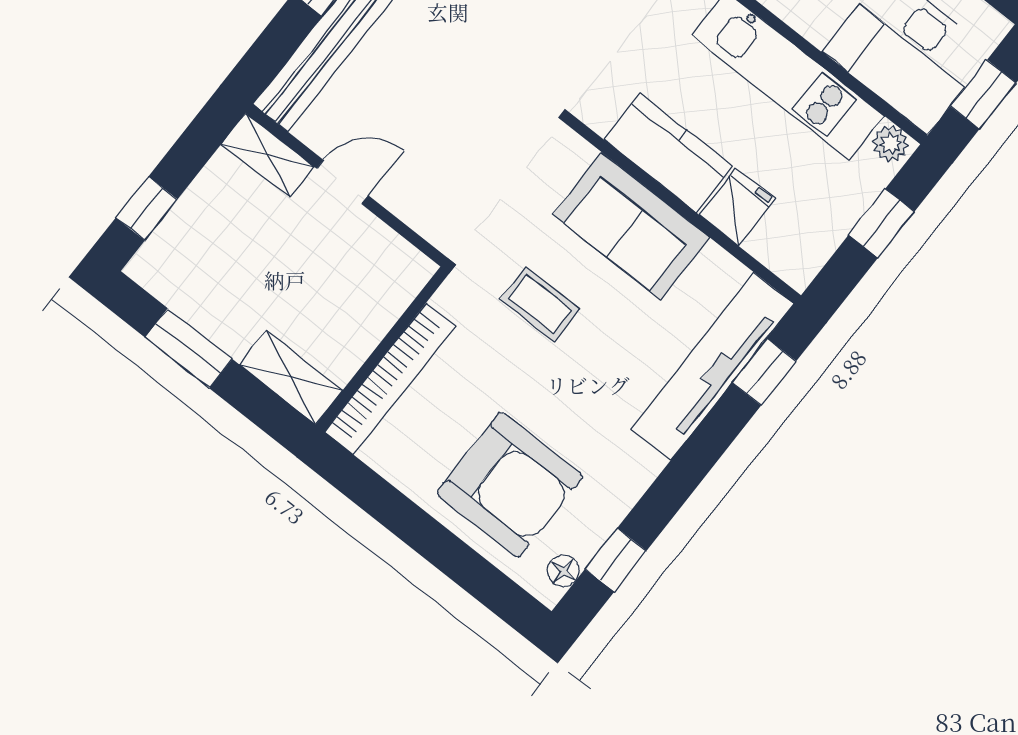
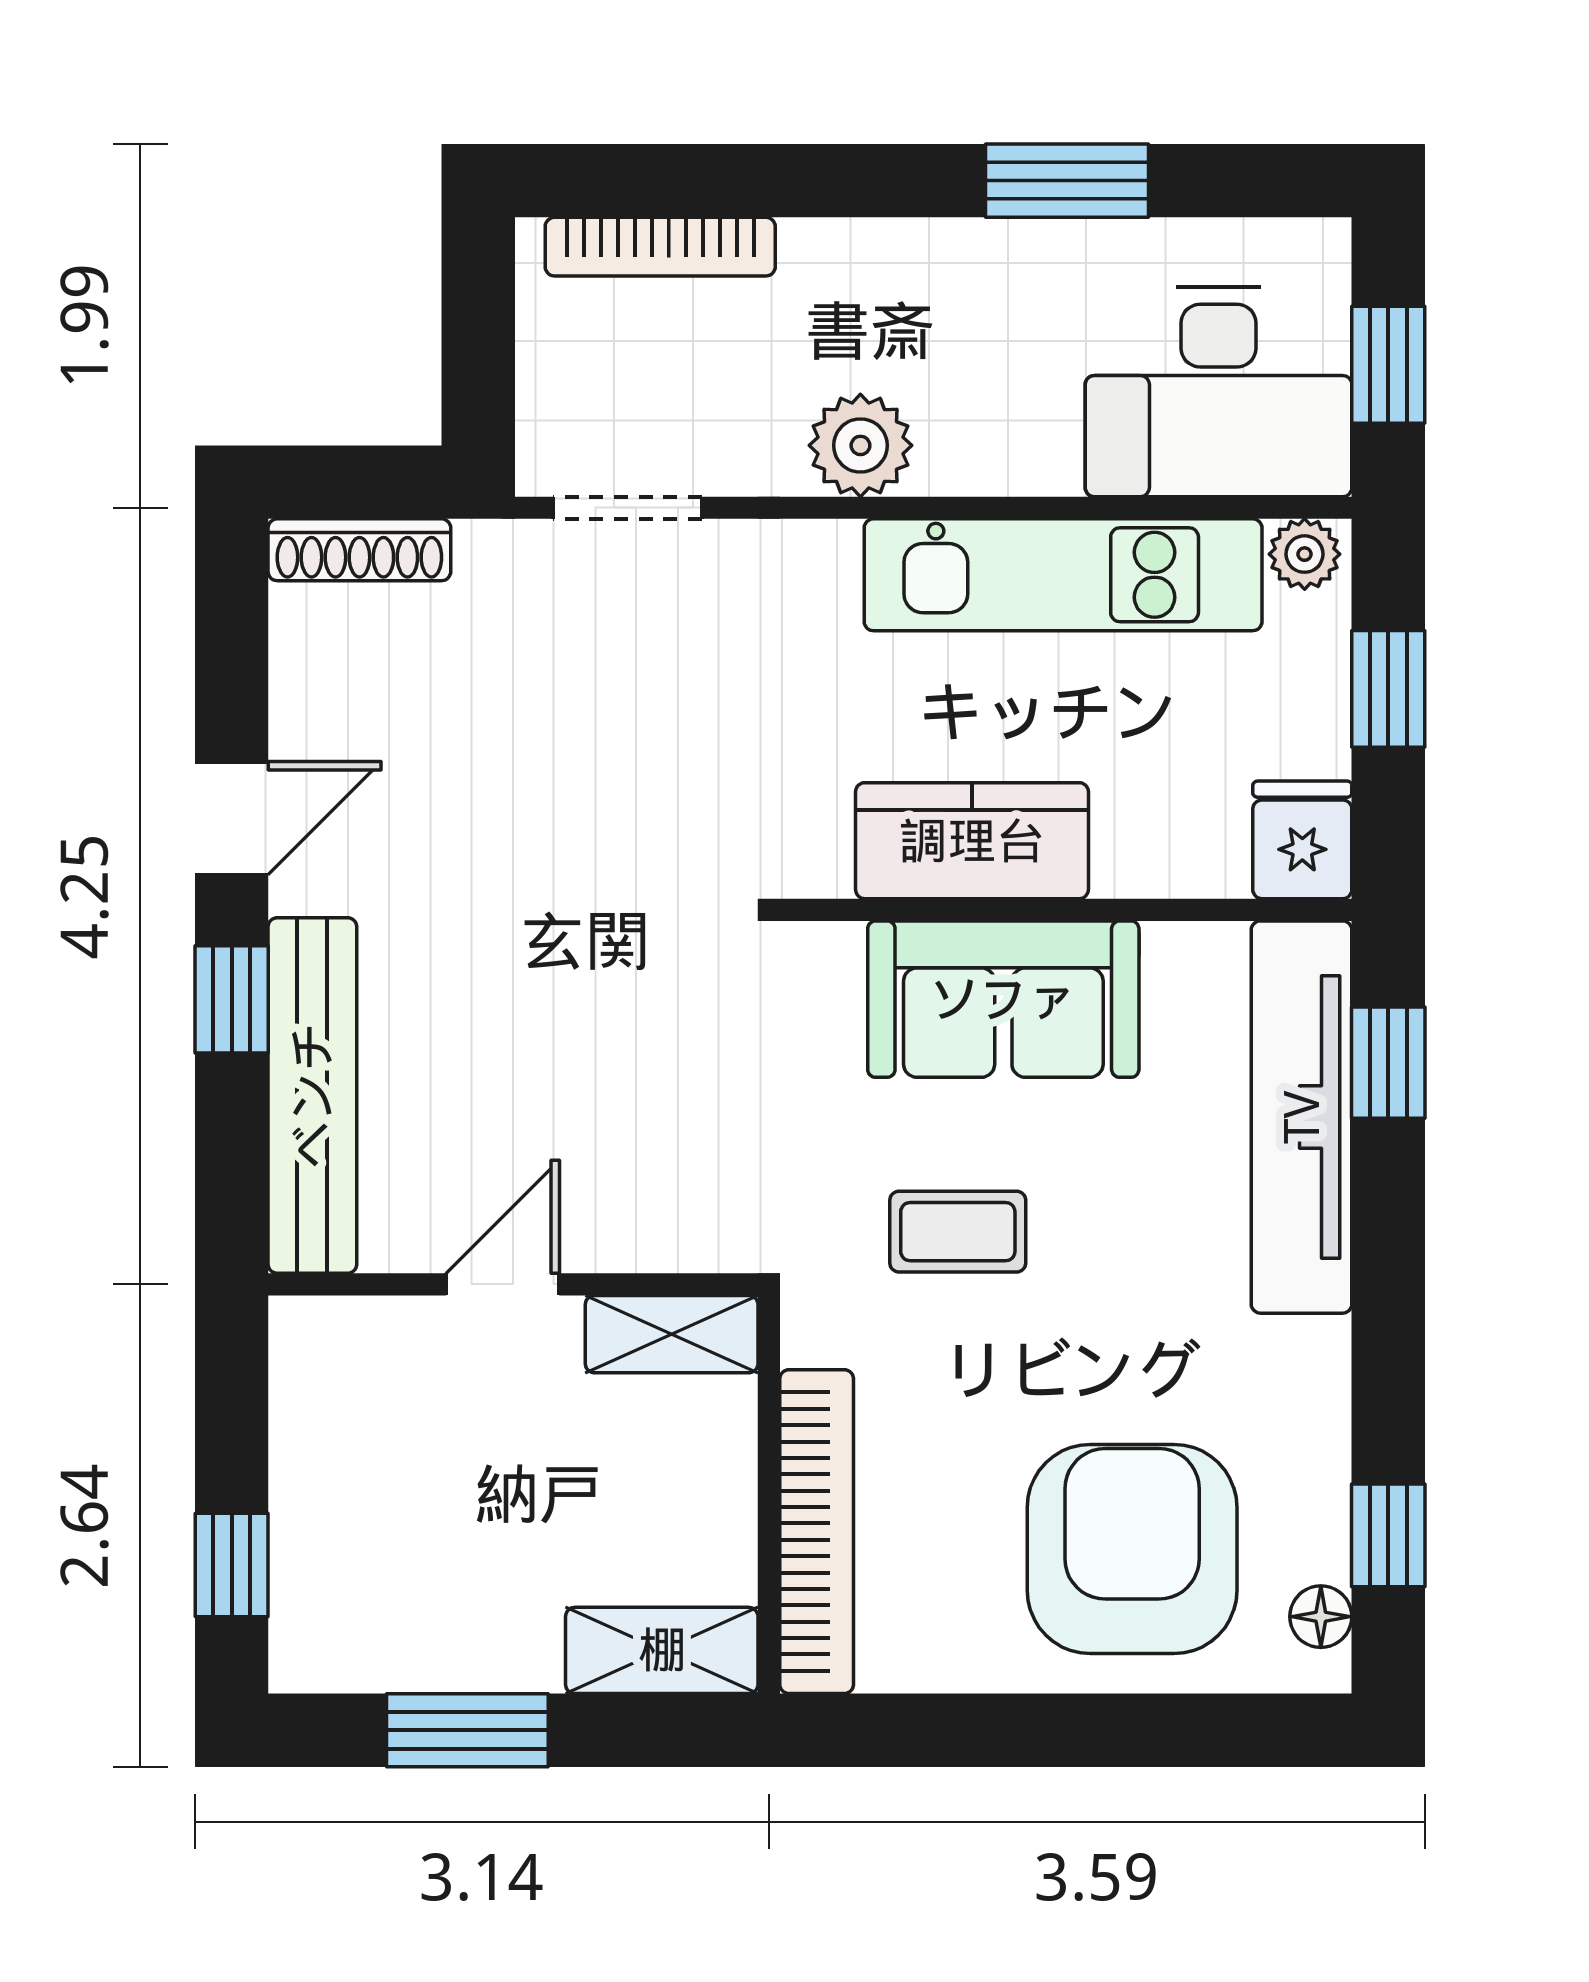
shelving: (268, 155) -> (672, 1334), moved
fridge: (737, 207) -> (1302, 840), moved
armchair: (510, 485) -> (1132, 1549), turned -90

